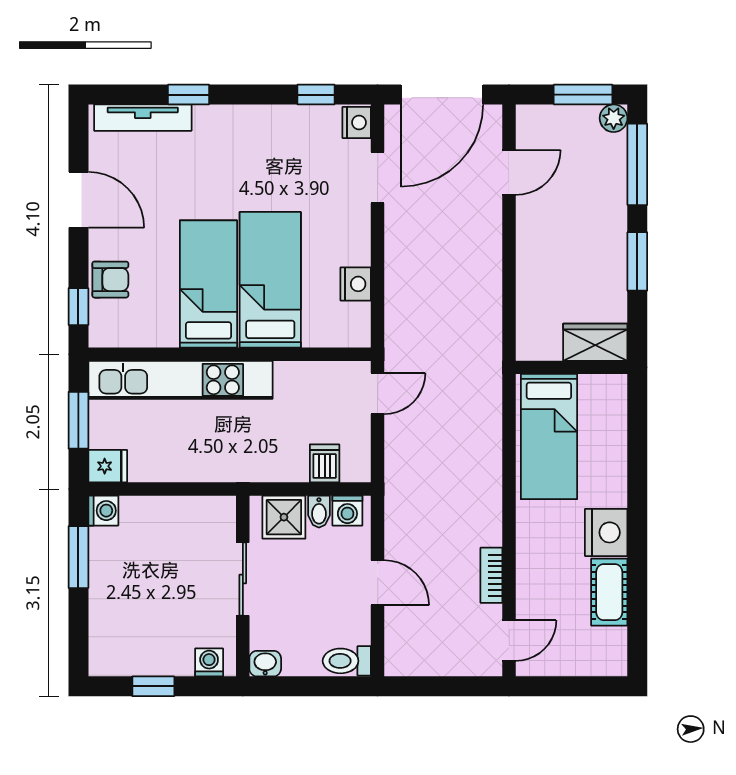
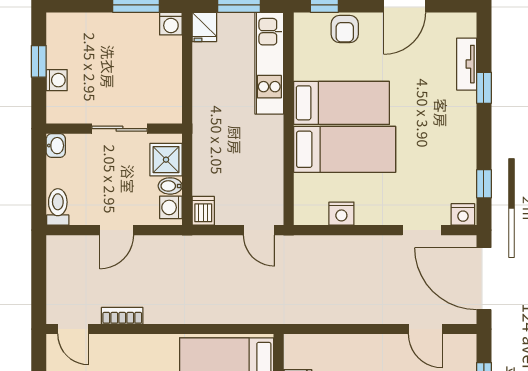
tv unit: (143, 118) -> (467, 64), width x0.71
kitchen unit: (180, 380) -> (269, 63), width x0.73
dishwasher: (325, 463) -> (203, 211), moved, turned -90
washing machine: (209, 662) -> (57, 80), moved

